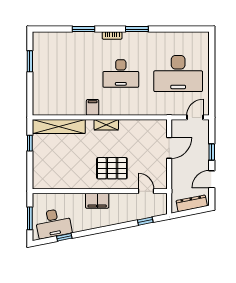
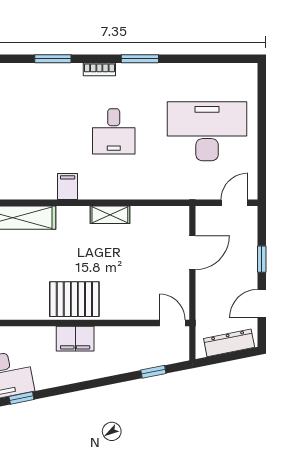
desk: (121, 74) -> (114, 131), width x0.73
desk: (178, 74) -> (207, 131), turned 180
shelving: (106, 125) -> (110, 215), moved
pallet: (112, 168) -> (74, 299), moved
door: (146, 191) -> (172, 323), moved

